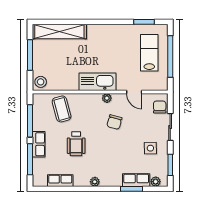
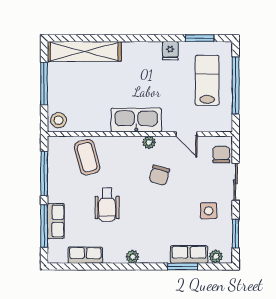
fridge: (122, 31) -> (170, 51), added
row of seats: (39, 144) -> (56, 221), moved

